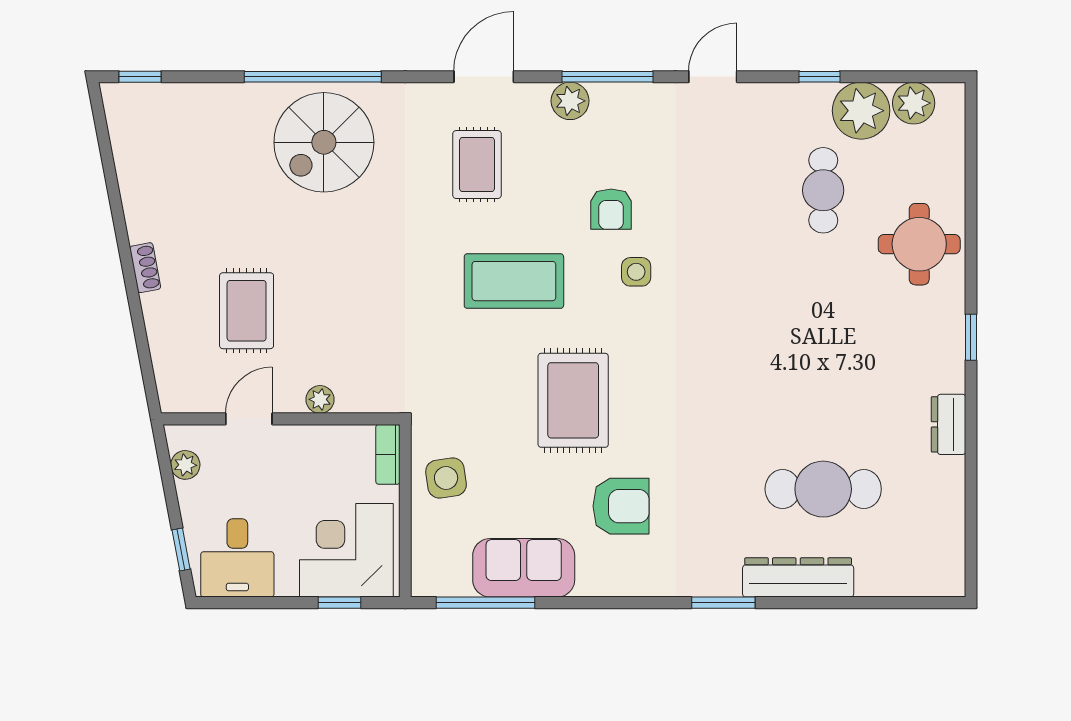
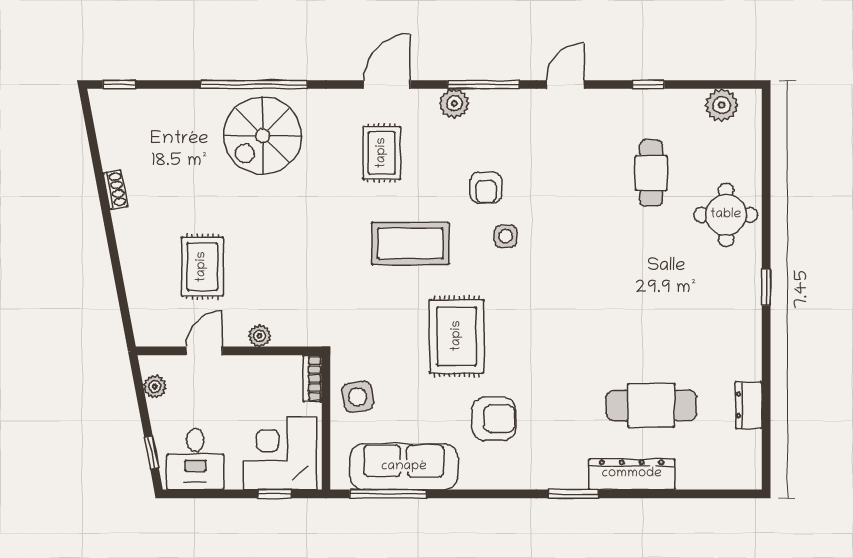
plant: (861, 111) -> (681, 111), removed
shoe rack: (145, 268) -> (115, 190), moved
dresser: (948, 424) -> (749, 405), moved
sofa: (524, 568) -> (404, 467), width x1.36

